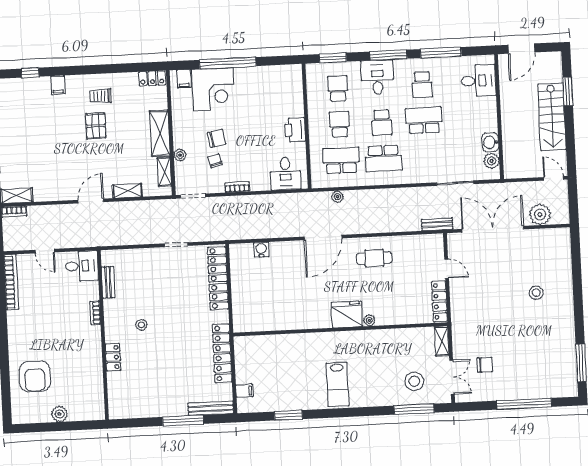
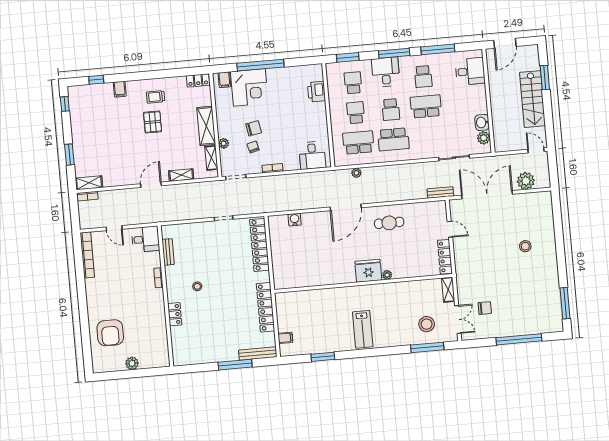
printer: (295, 130) -> (316, 92), moved

